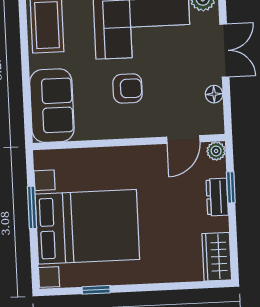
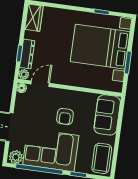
armchair: (128, 88) -> (65, 117), turned -90
floor lamp: (214, 94) -> (22, 88), moved
dresser: (217, 197) -> (27, 54), width x1.44

